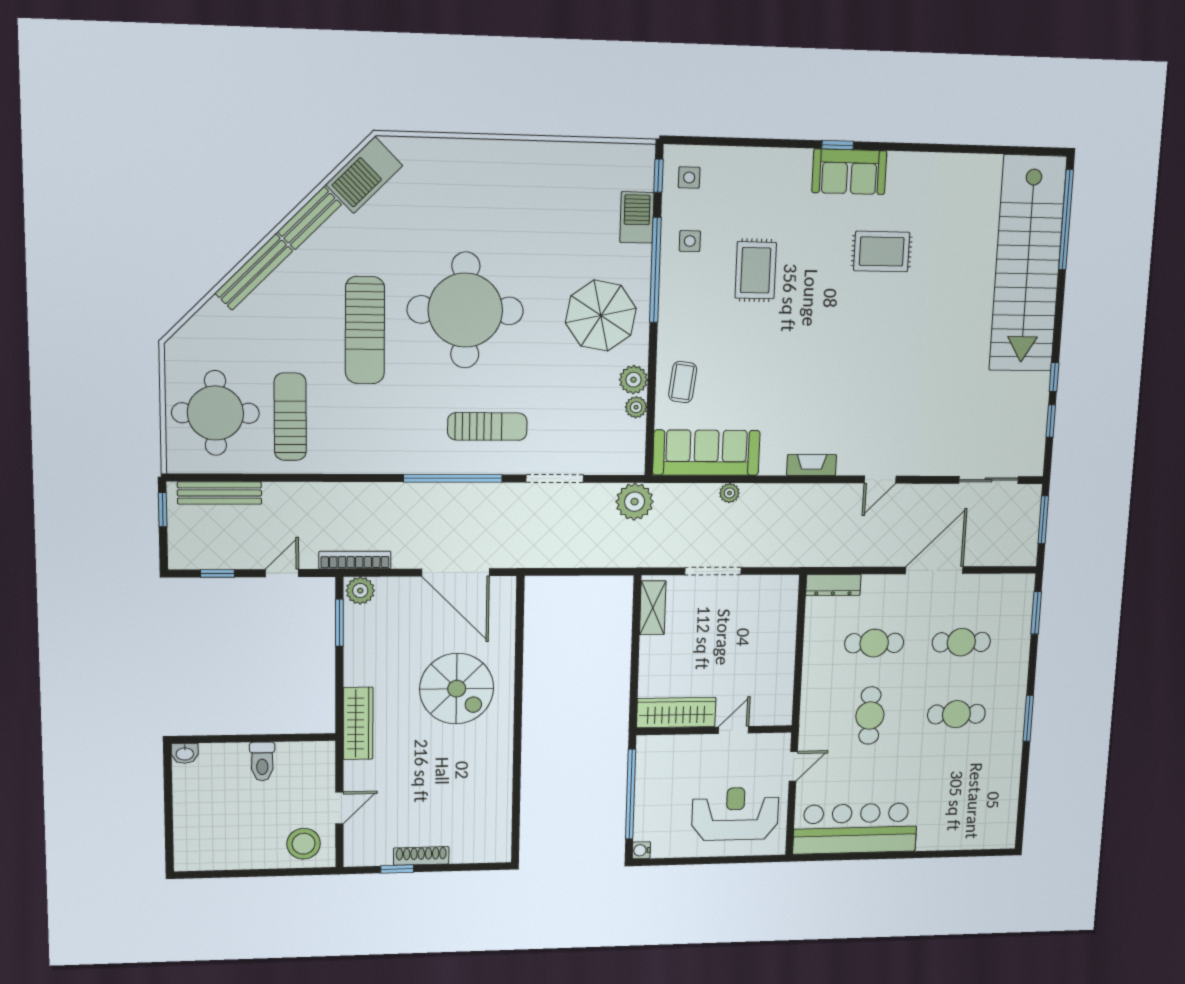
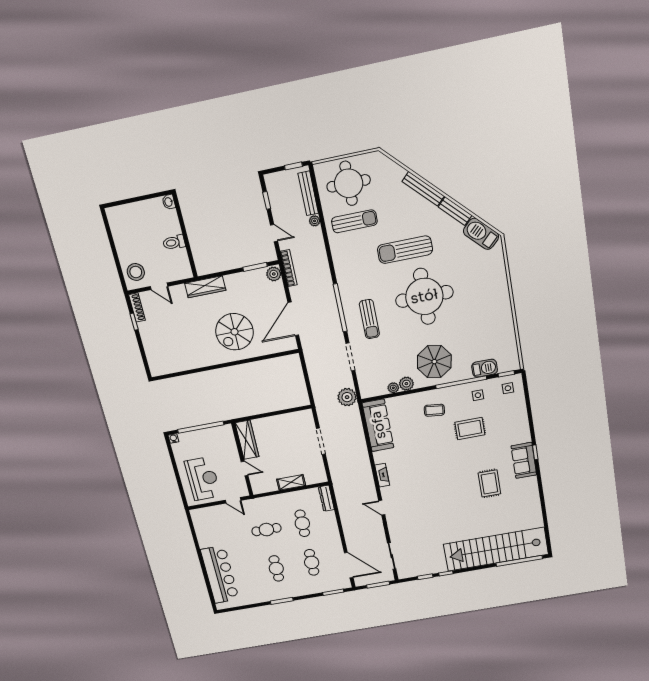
coffee table: (683, 382) -> (434, 410), moved
plant: (729, 493) -> (315, 221), moved
door: (934, 570) -> (349, 565), moved
shelving: (653, 608) -> (291, 482), moved
bar counter: (855, 828) -> (220, 575), moved
shoe rack: (421, 856) -> (137, 307), moved

